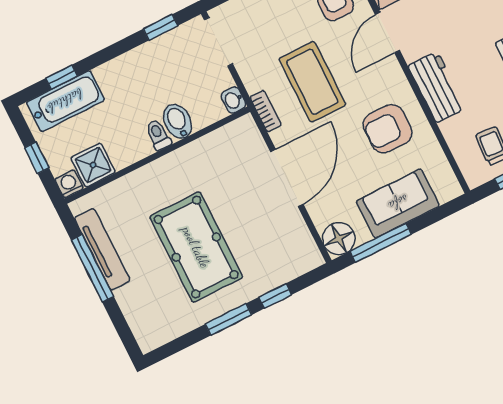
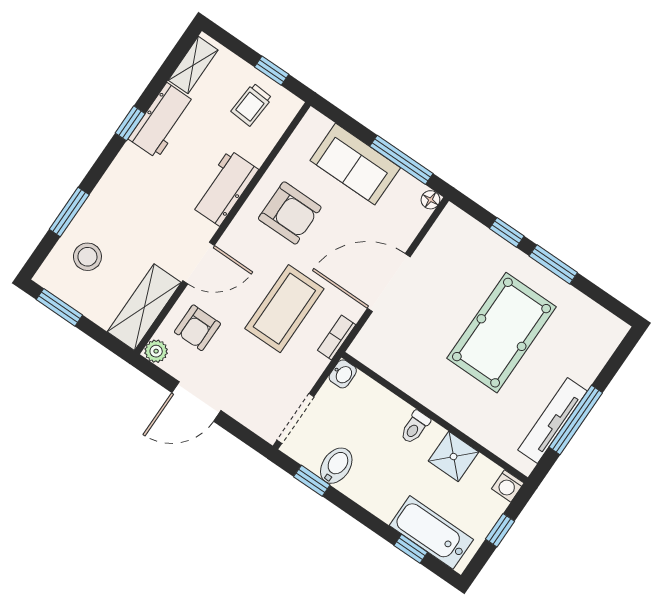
bidet: (178, 121) -> (336, 466), moved, turned 180
shower: (93, 165) -> (454, 457), moved
floor lamp: (339, 238) -> (430, 200), width x0.53, depth x0.53

